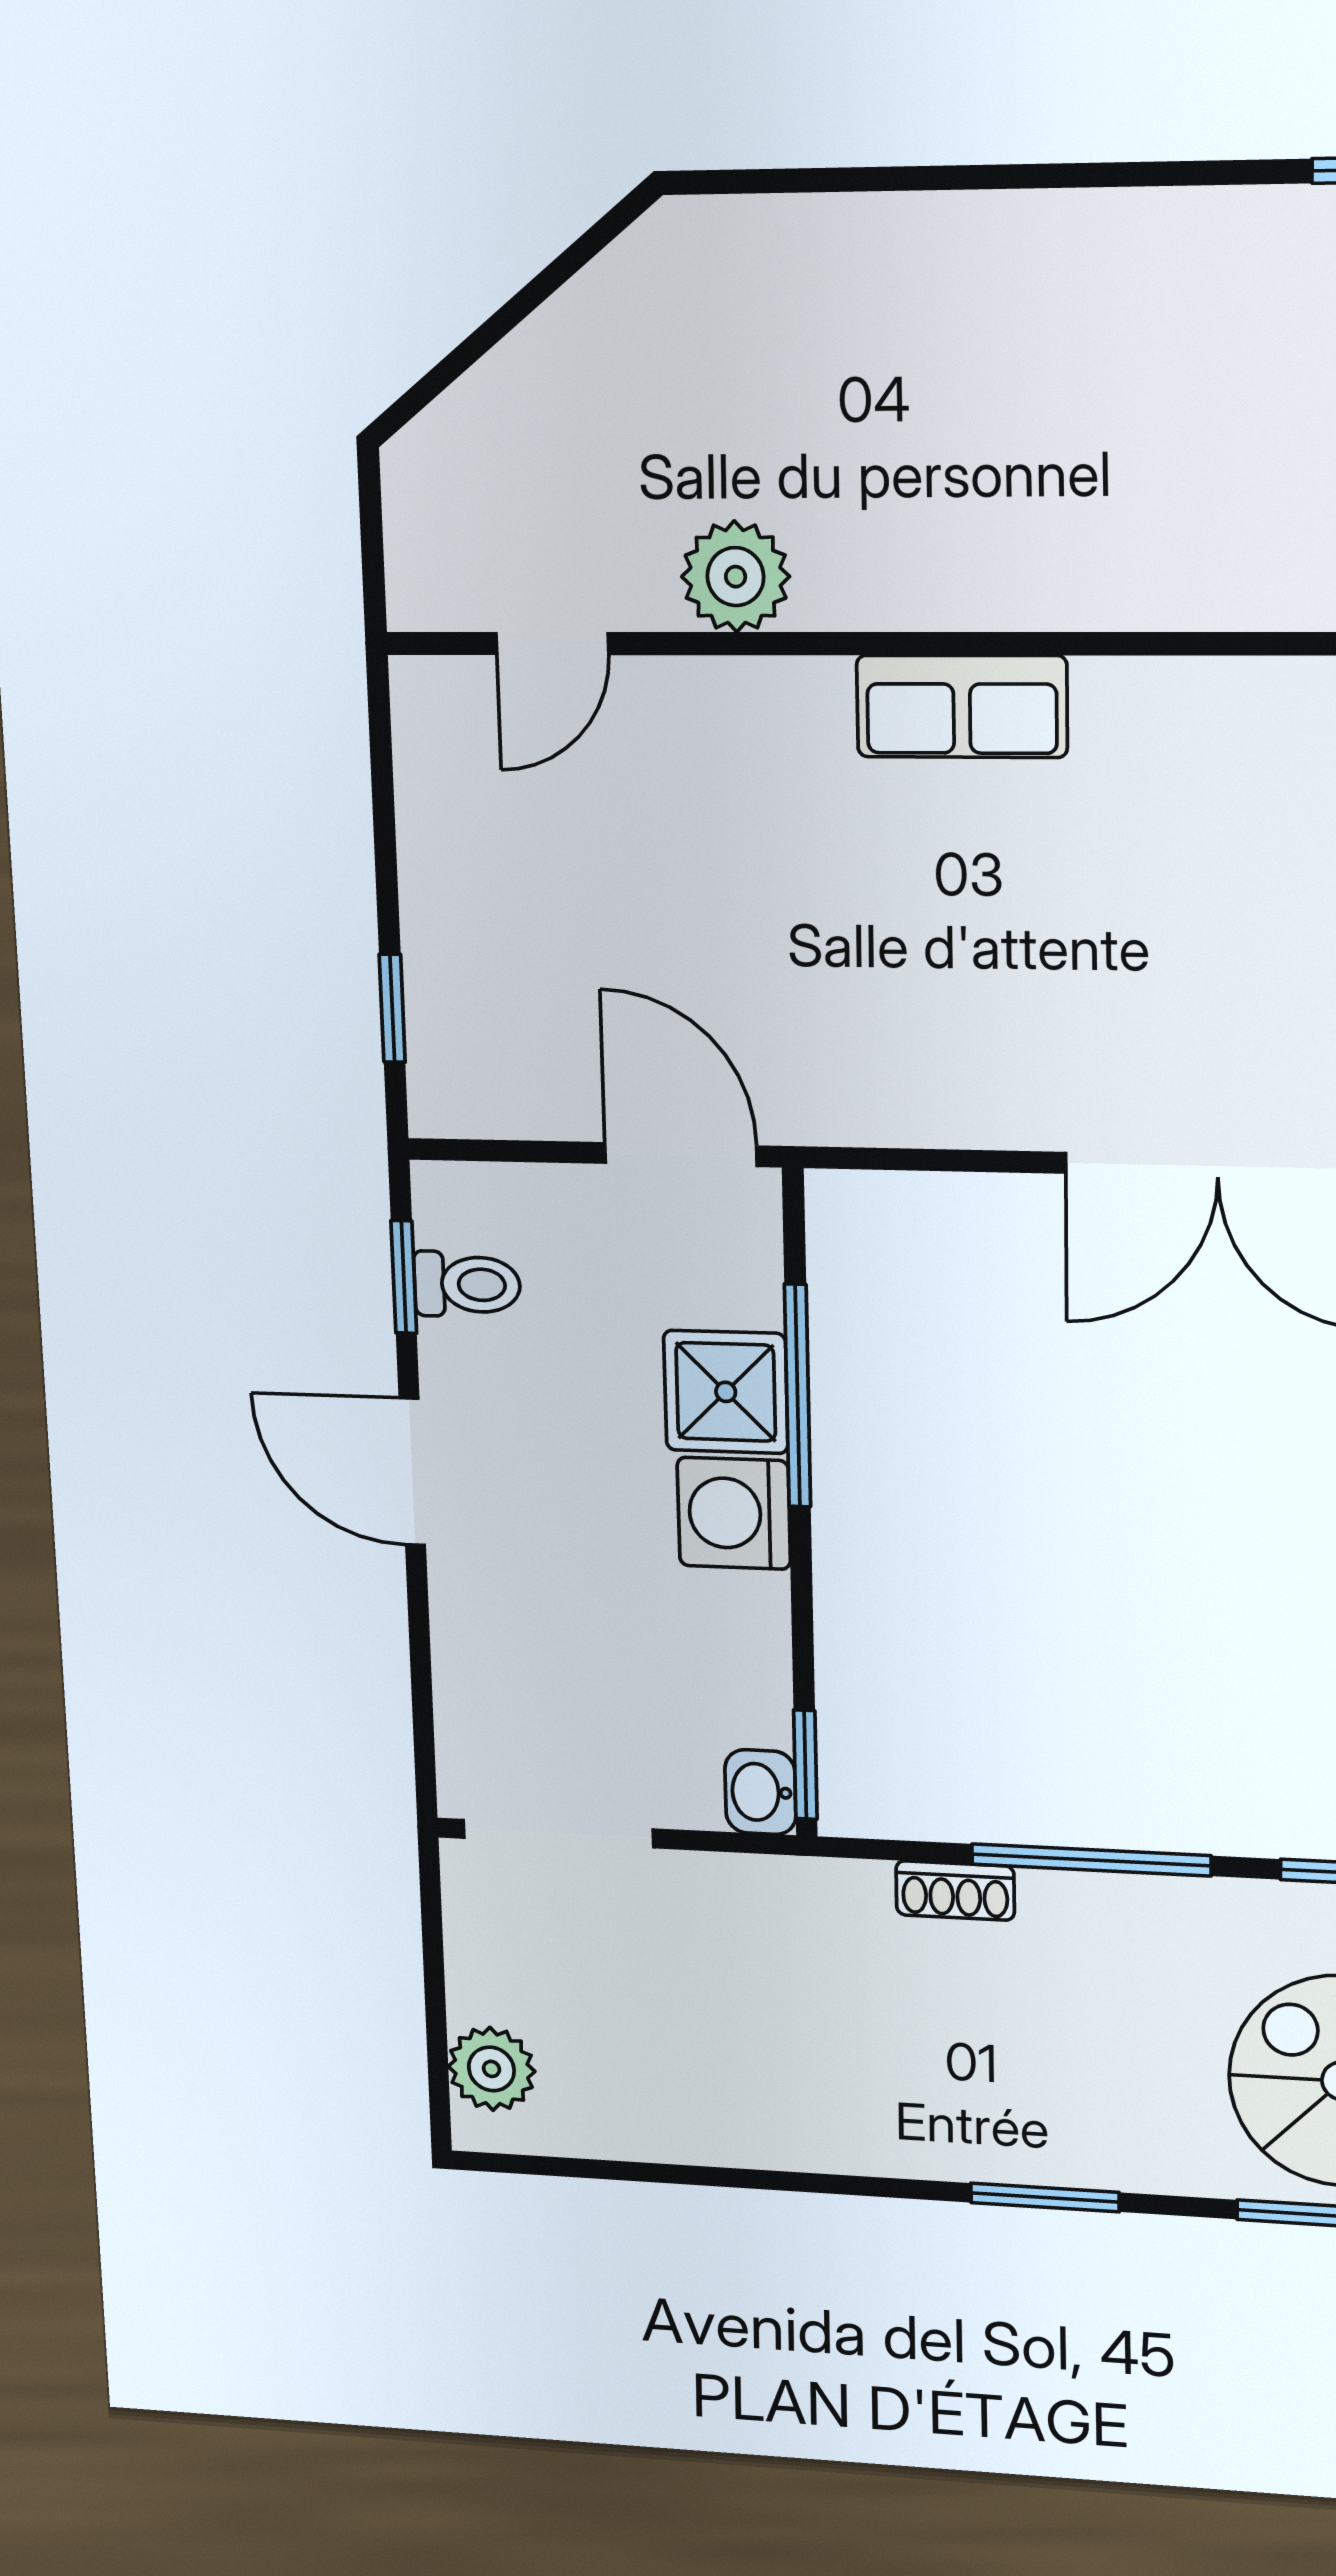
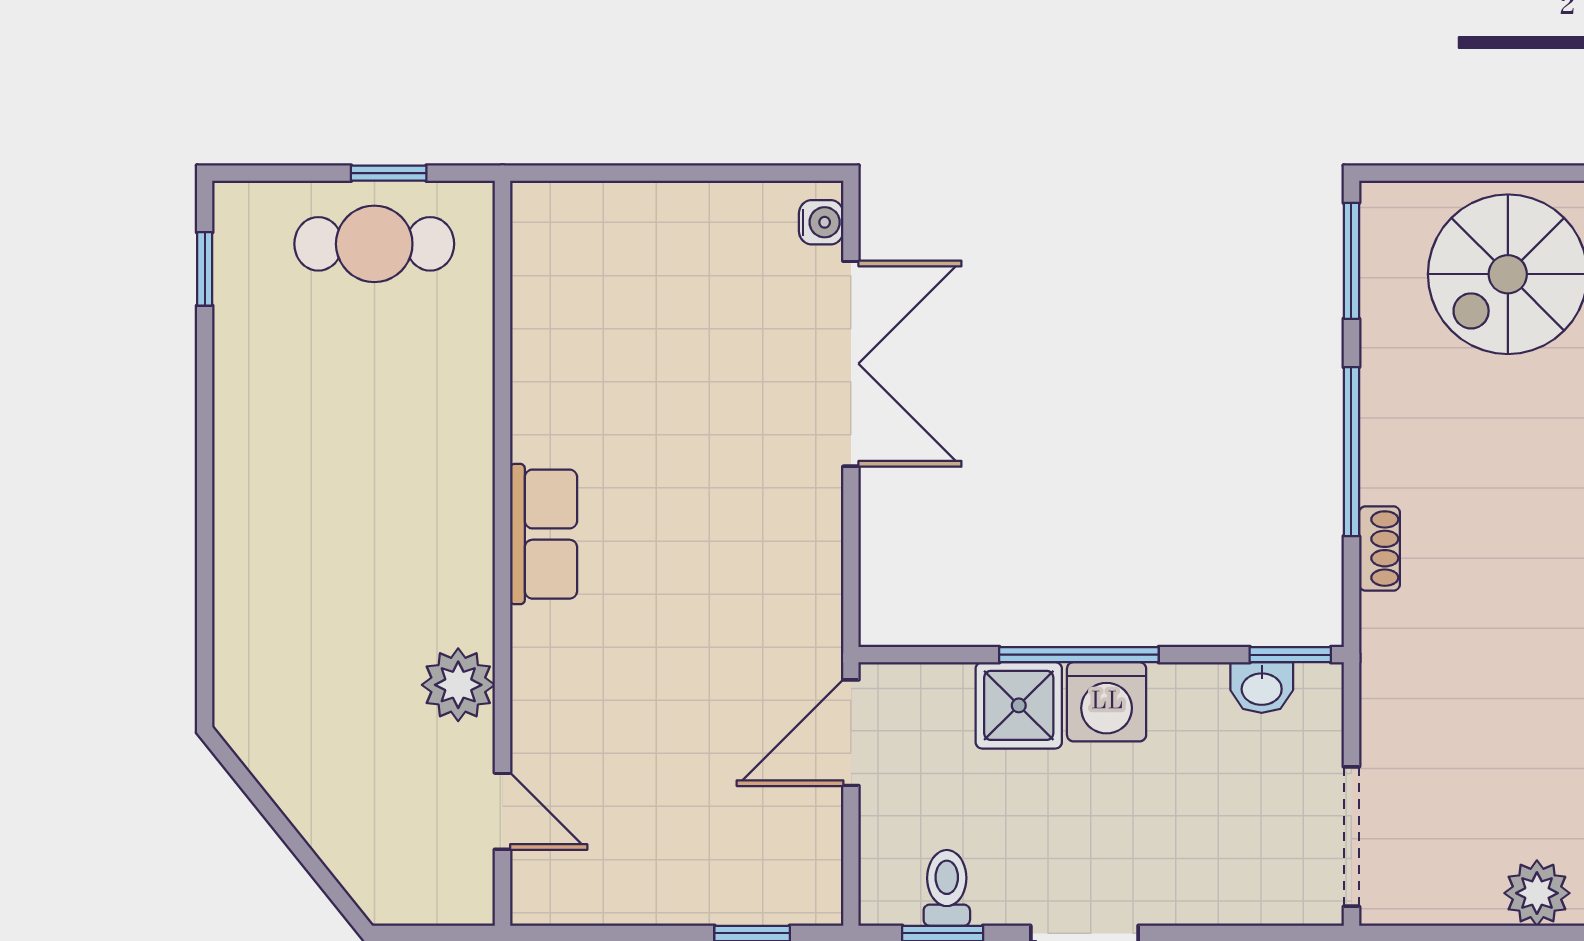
window: (798, 1396) -> (1079, 655), moved
washbasin: (760, 1792) -> (1262, 688), moved

